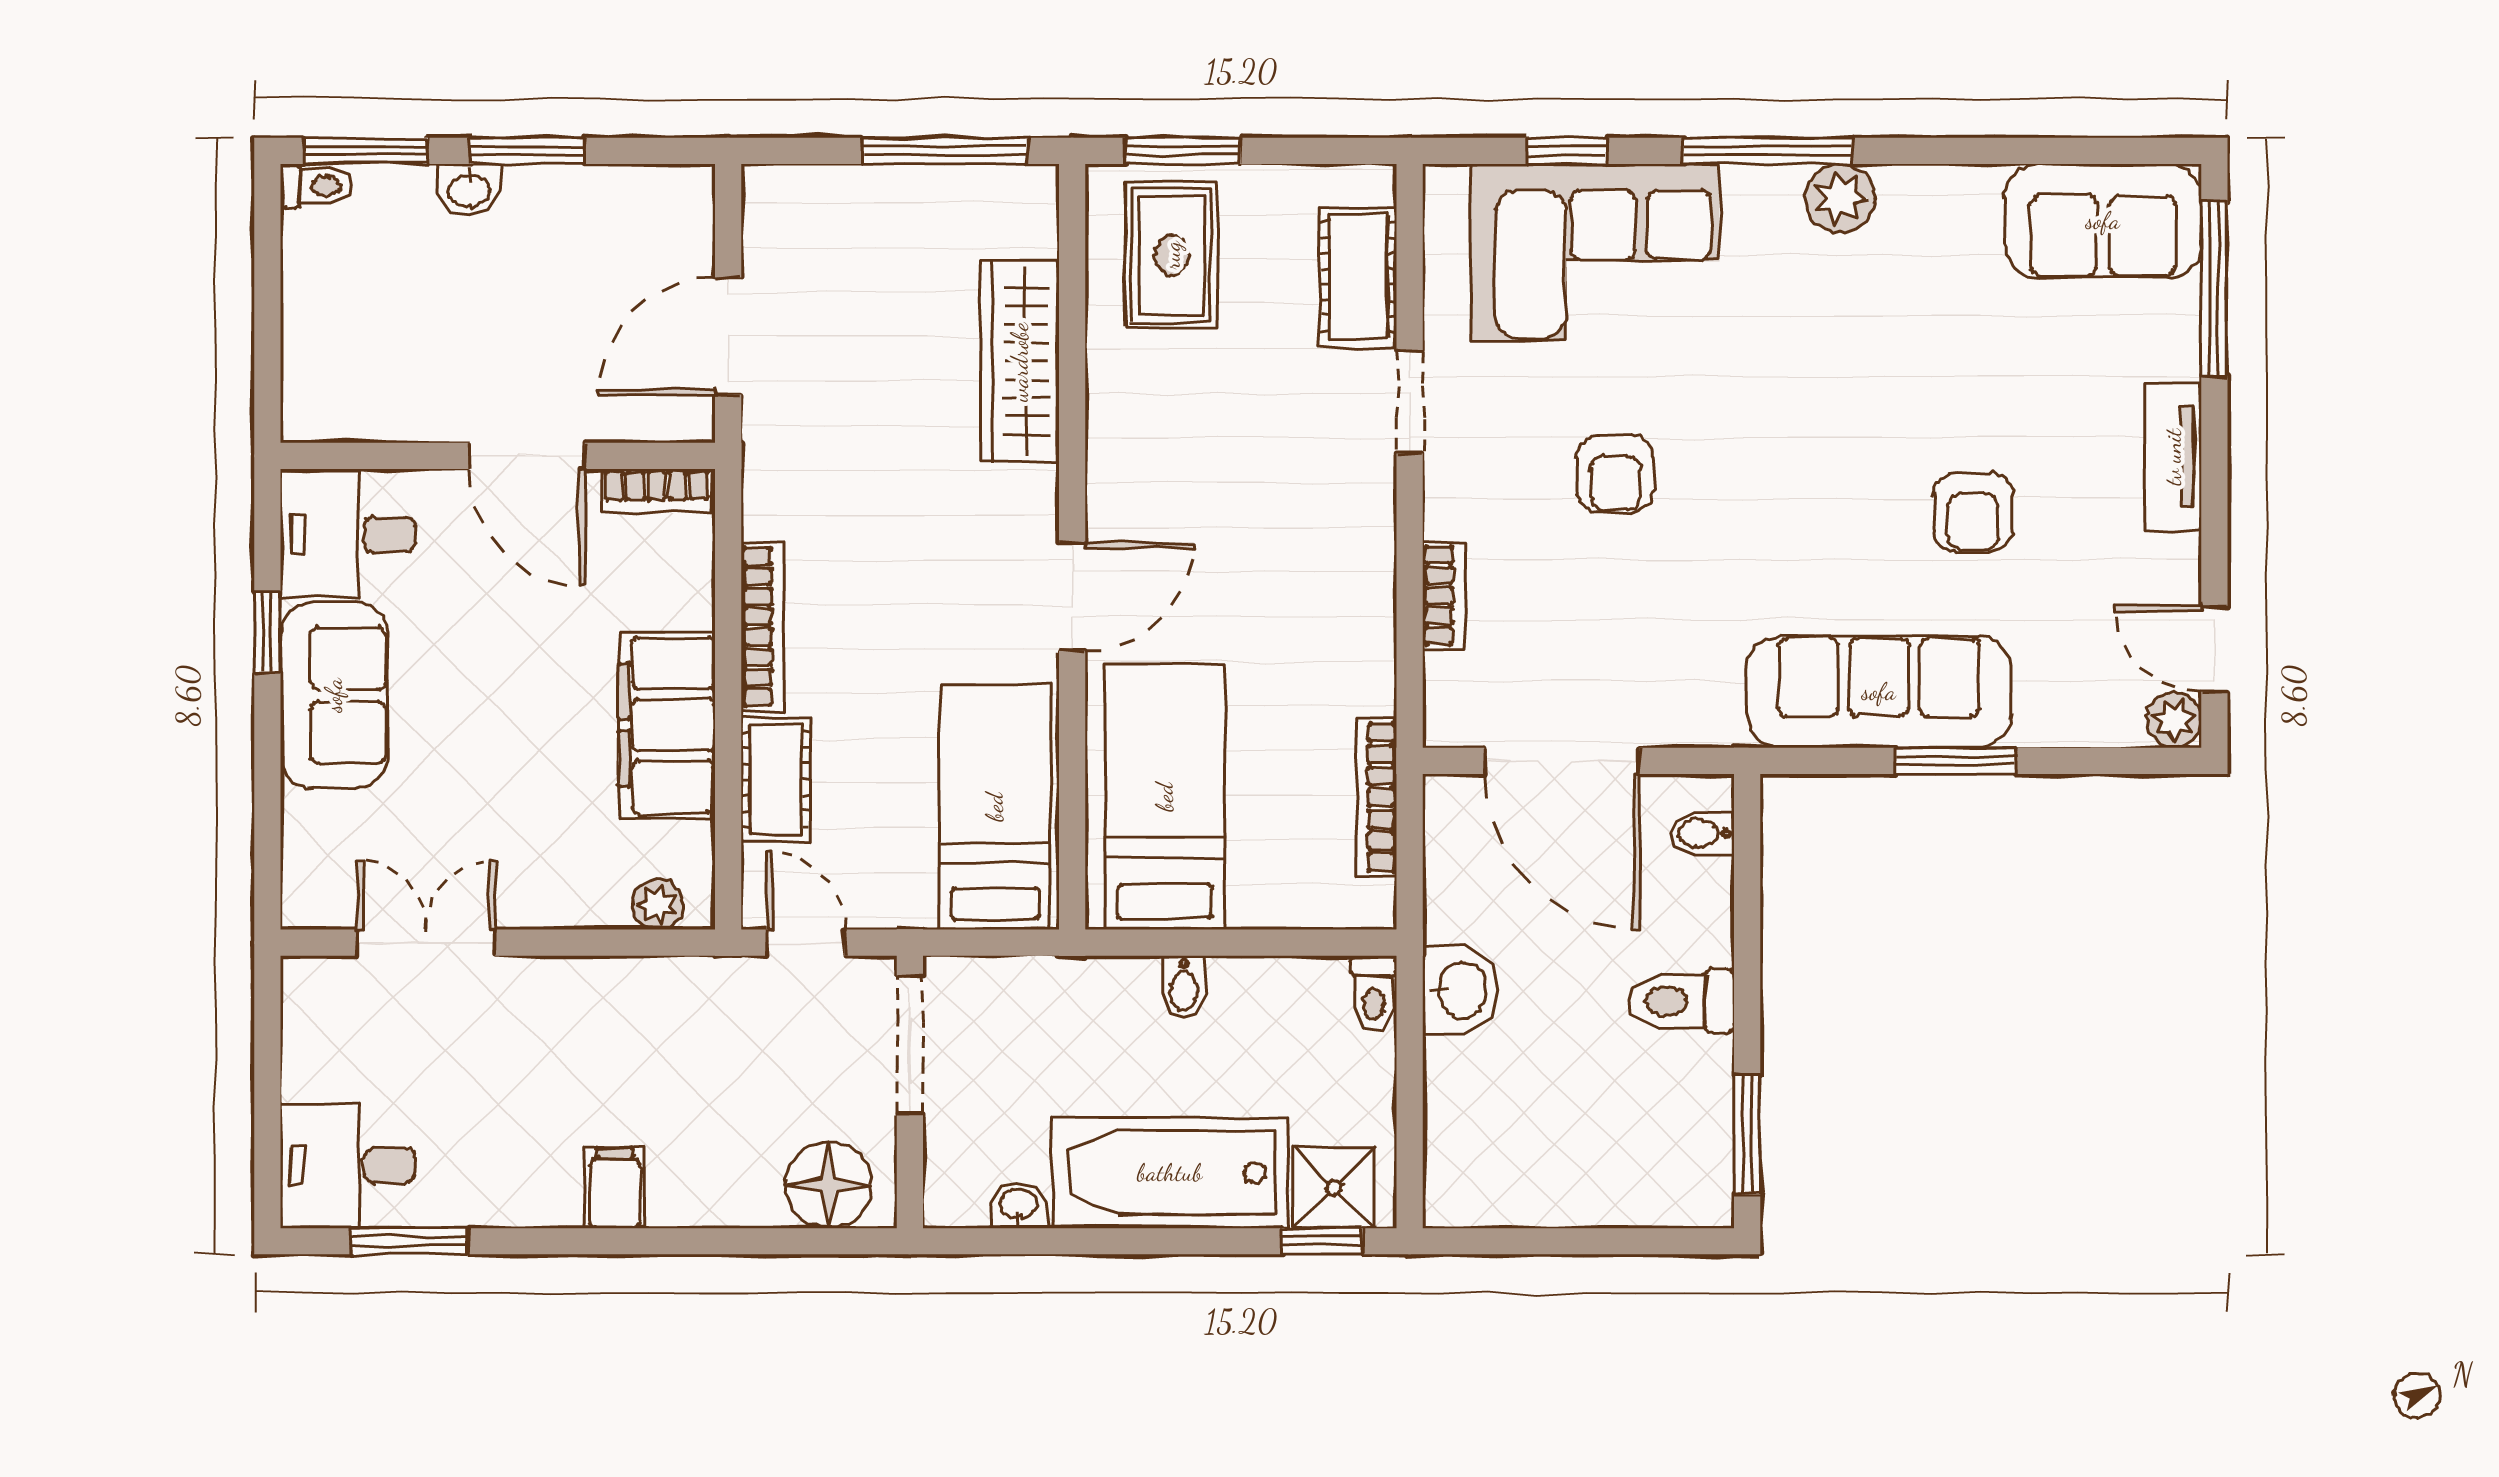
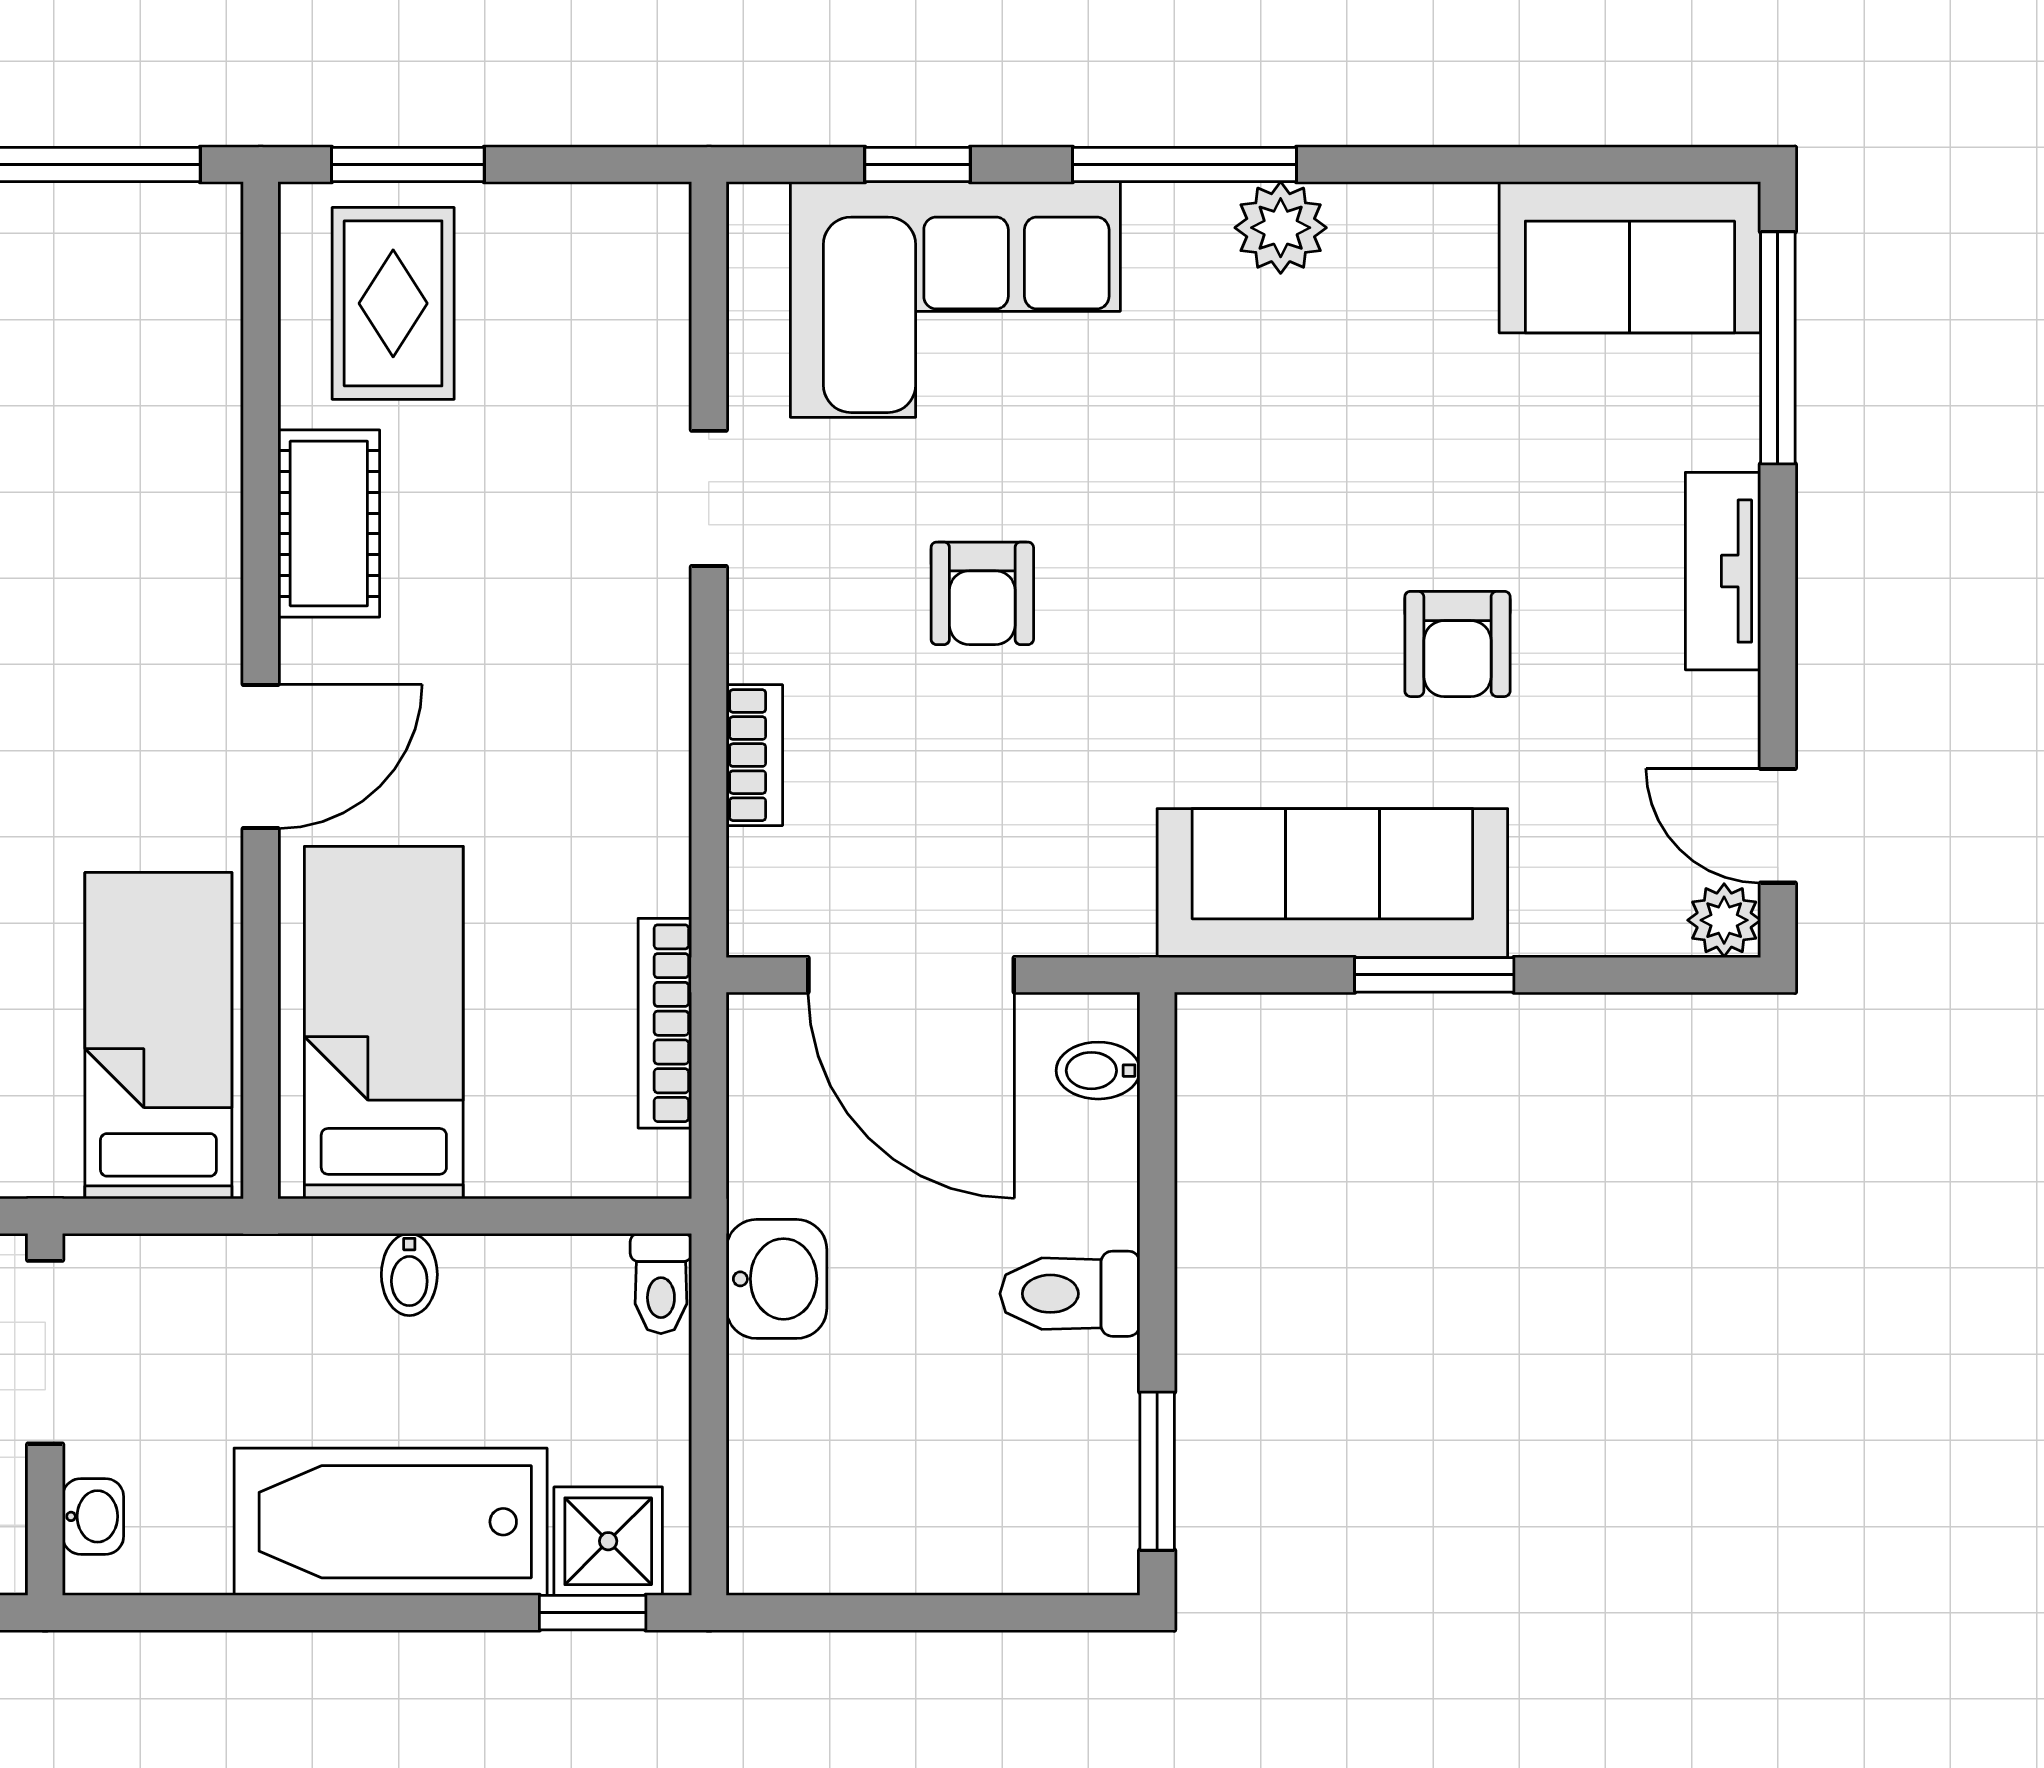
cot: (1358, 277) -> (329, 523), moved
wardrobe: (1020, 362) -> (191, 444), removed
washbasin: (1018, 1205) -> (93, 1516), moved, turned 90

